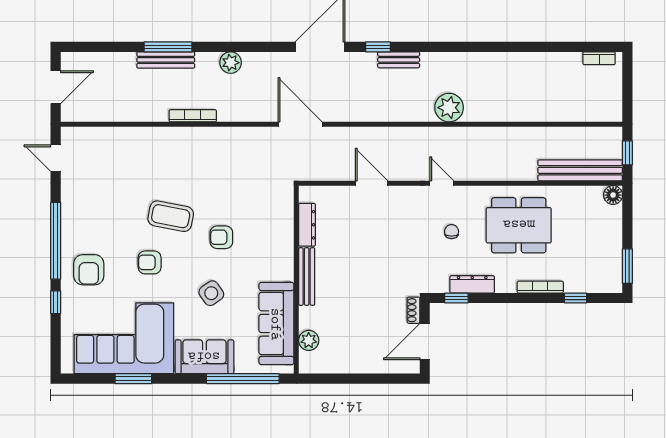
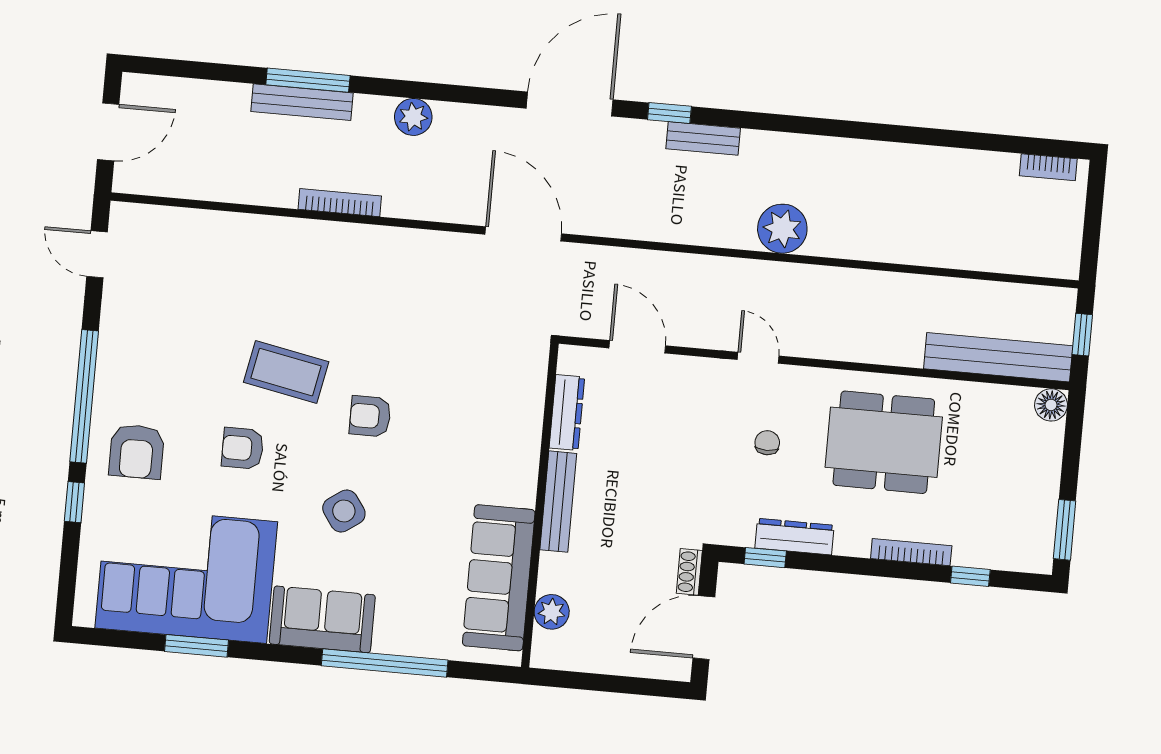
dresser: (307, 225) -> (567, 412), moved
bench: (307, 276) -> (558, 502), moved
wall: (296, 280) -> (540, 505), moved
sofa: (276, 324) -> (499, 578), moved
plant: (309, 340) -> (552, 612), moved

